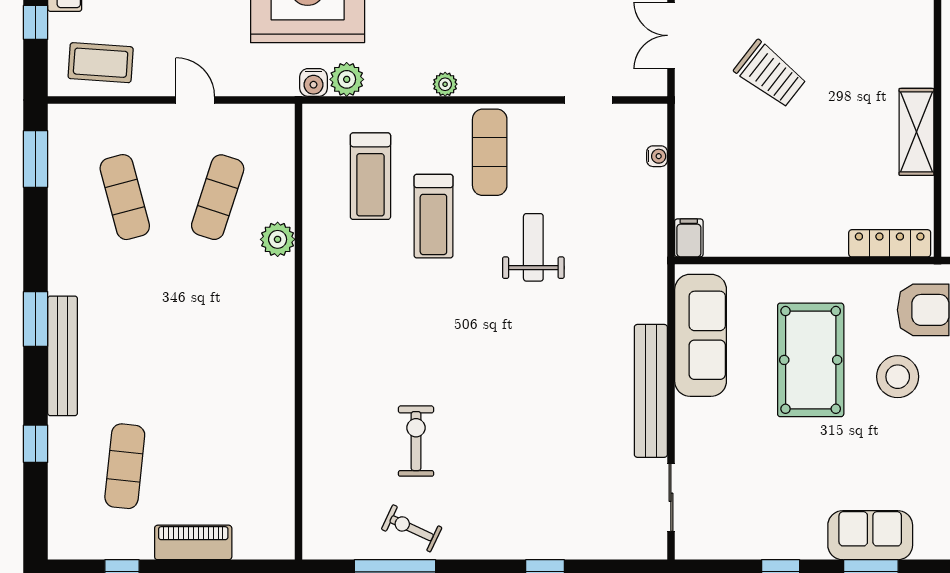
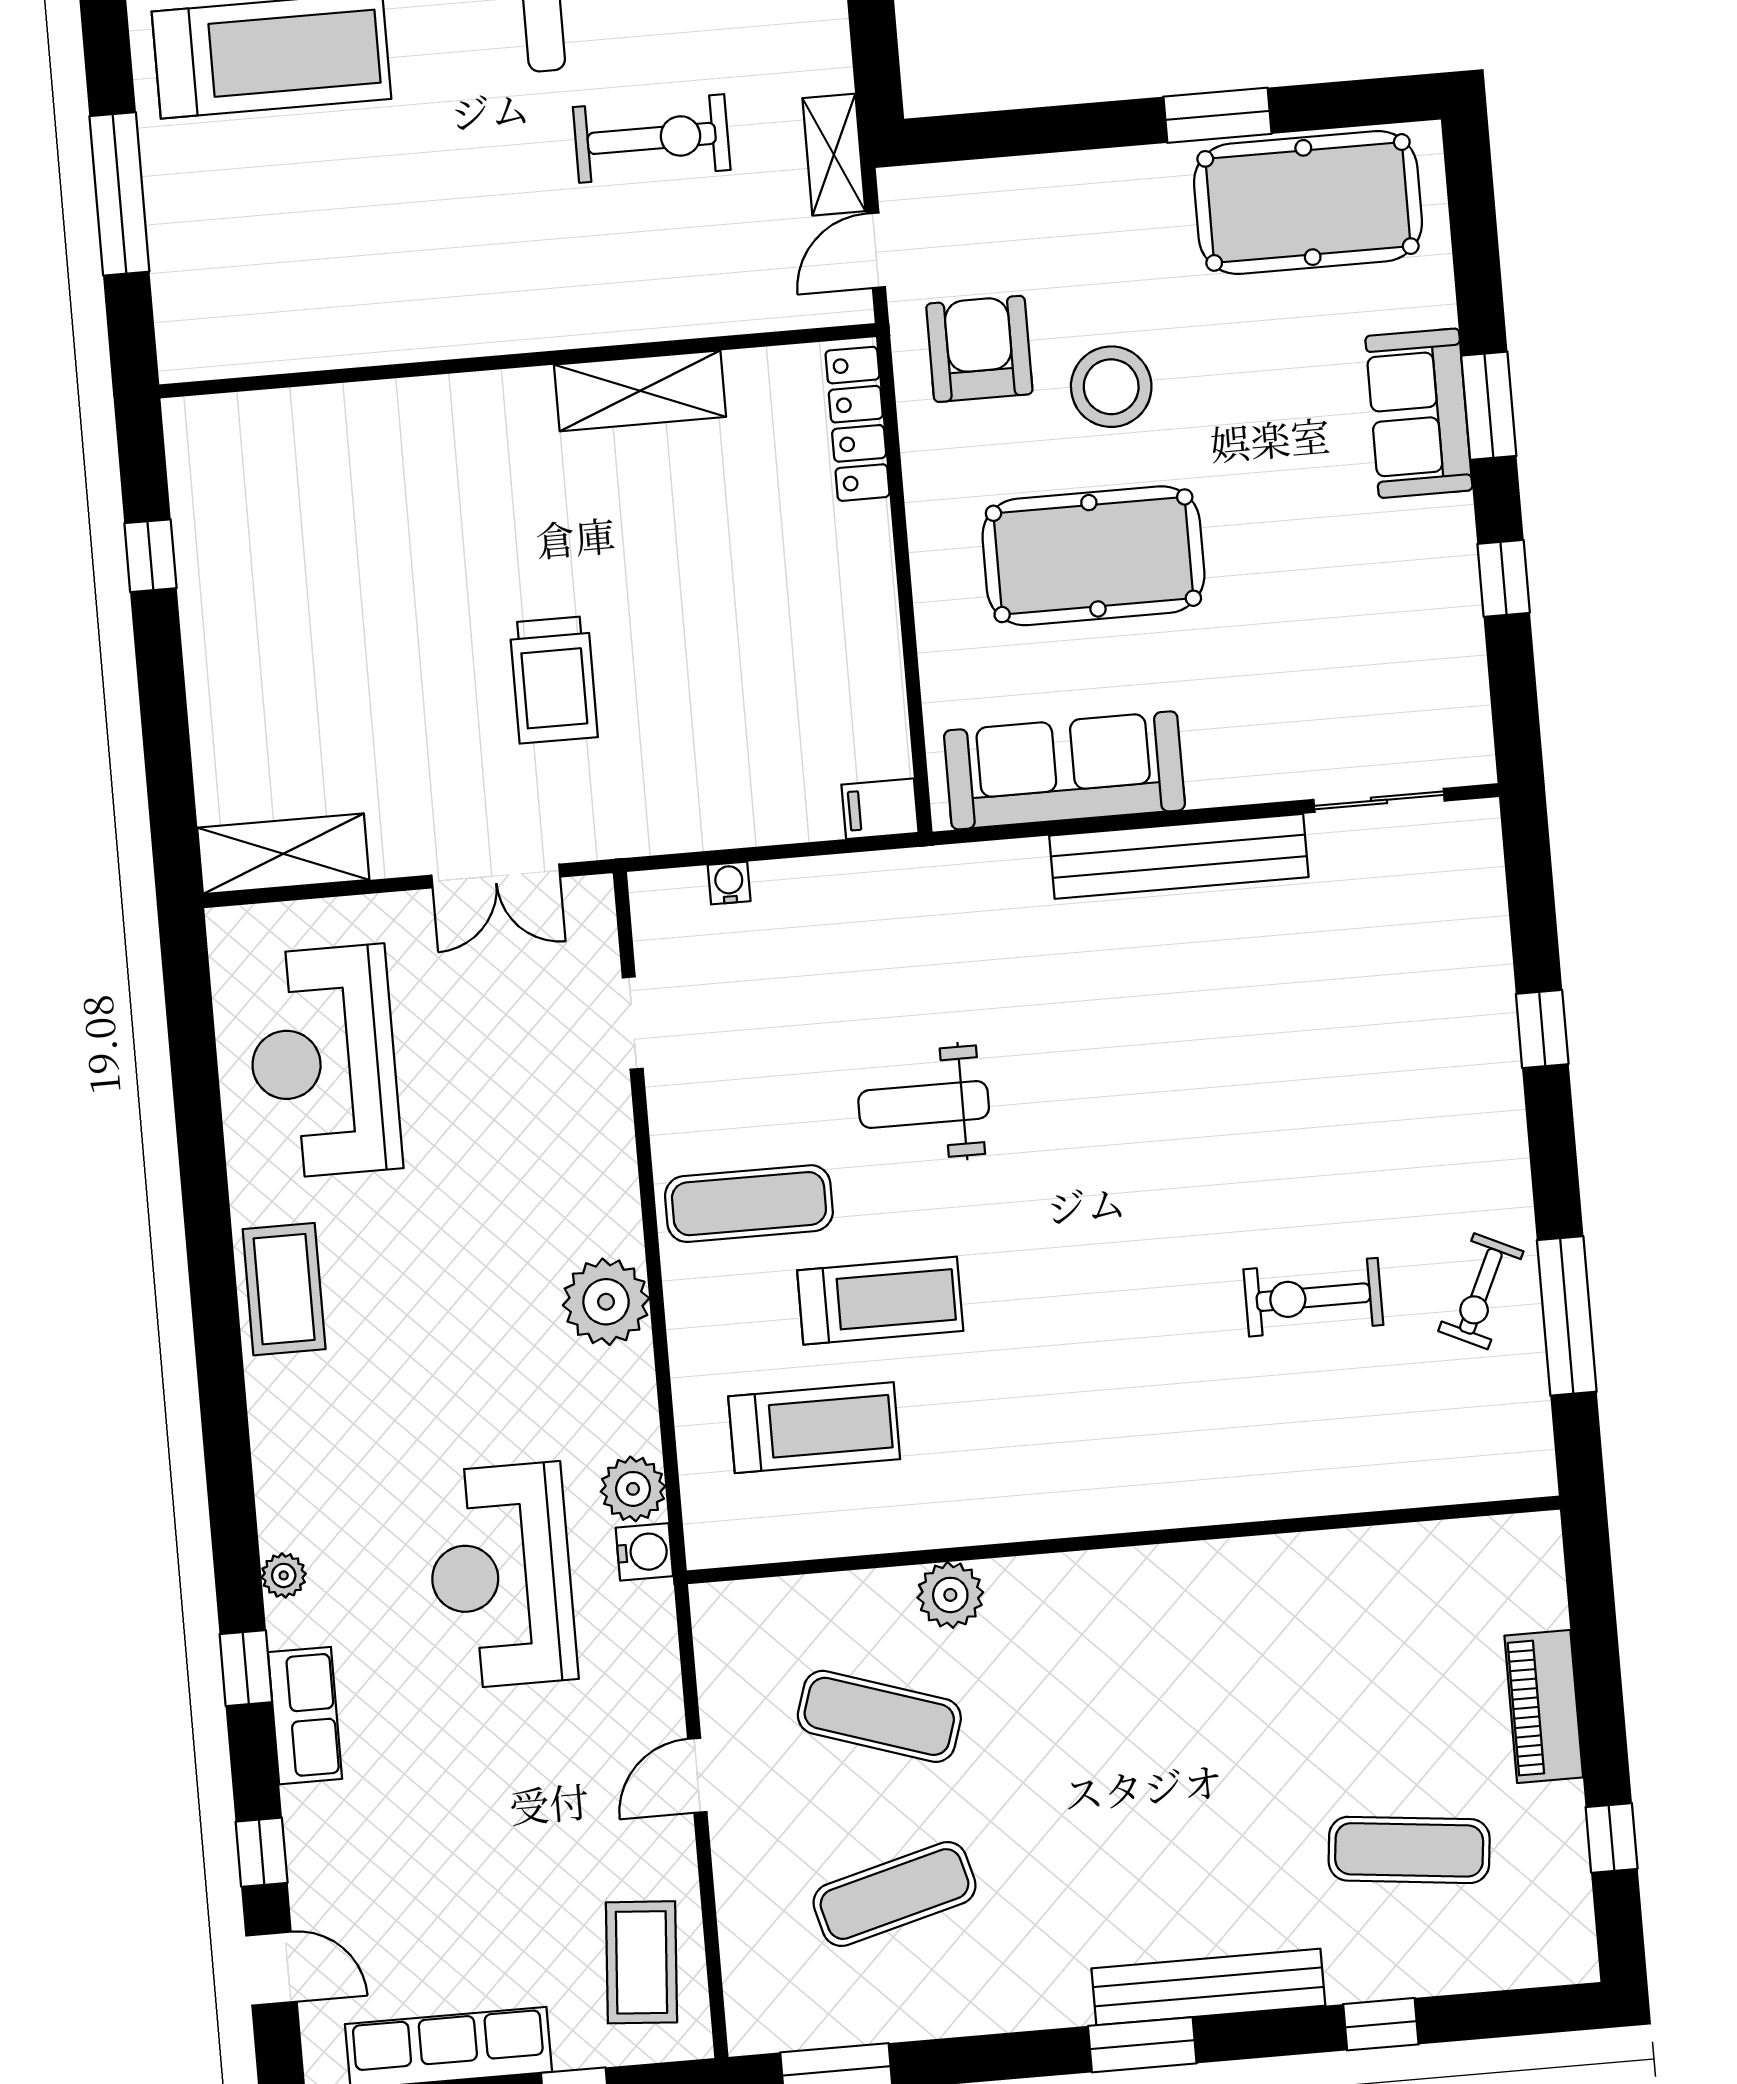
trolley: (770, 74) -> (554, 680), turned 142
plant: (445, 84) -> (606, 1302), width x1.88, depth x1.88

